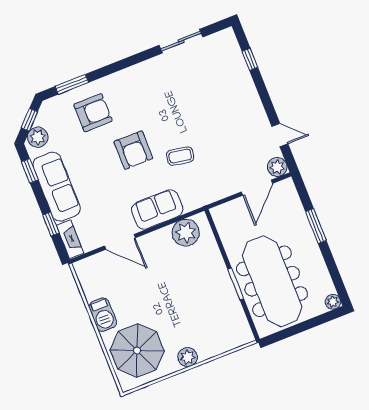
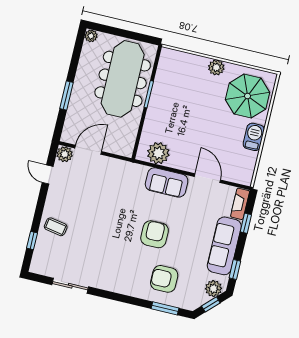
coffee table: (180, 156) -> (56, 227), moved

